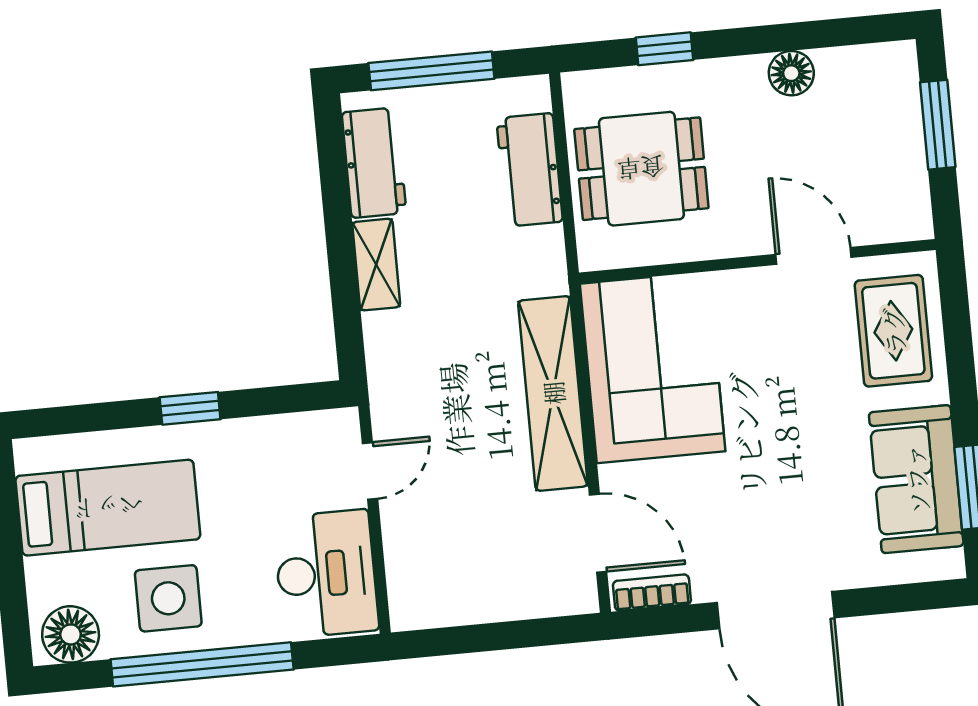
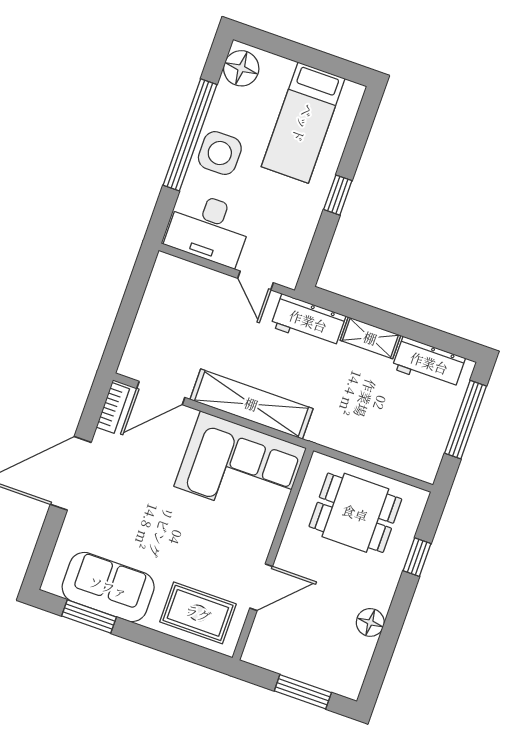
dining table: (641, 169) -> (355, 513), turned 90
workbench: (530, 170) -> (308, 321), moved, turned 180
side table: (168, 598) -> (220, 153), moved

